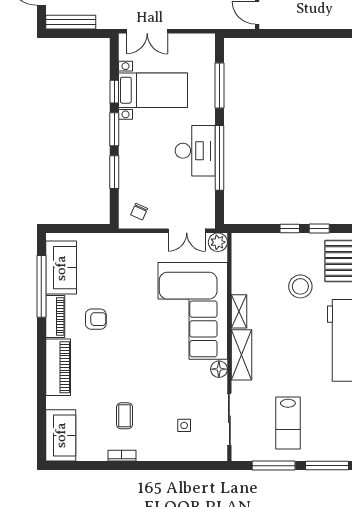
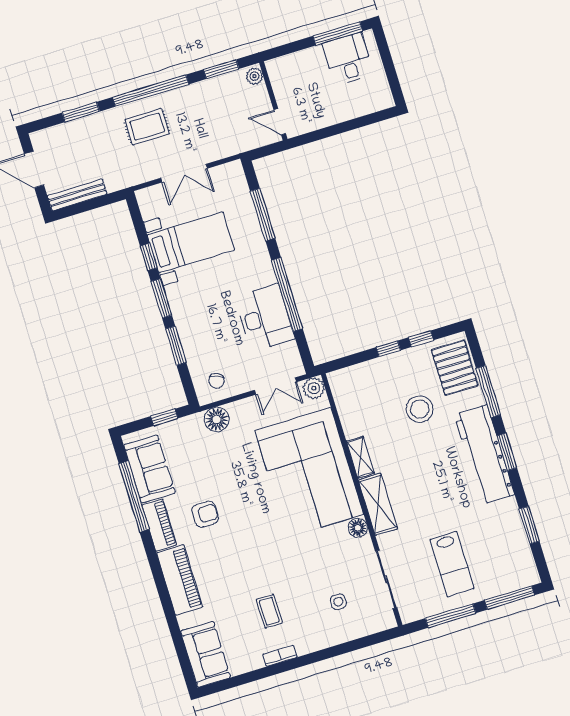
double door: (147, 31) -> (184, 173), moved
desk: (195, 151) -> (265, 318), moved
window: (87, 228) -> (164, 417), added
floor lamp: (129, 244) -> (217, 419), added

